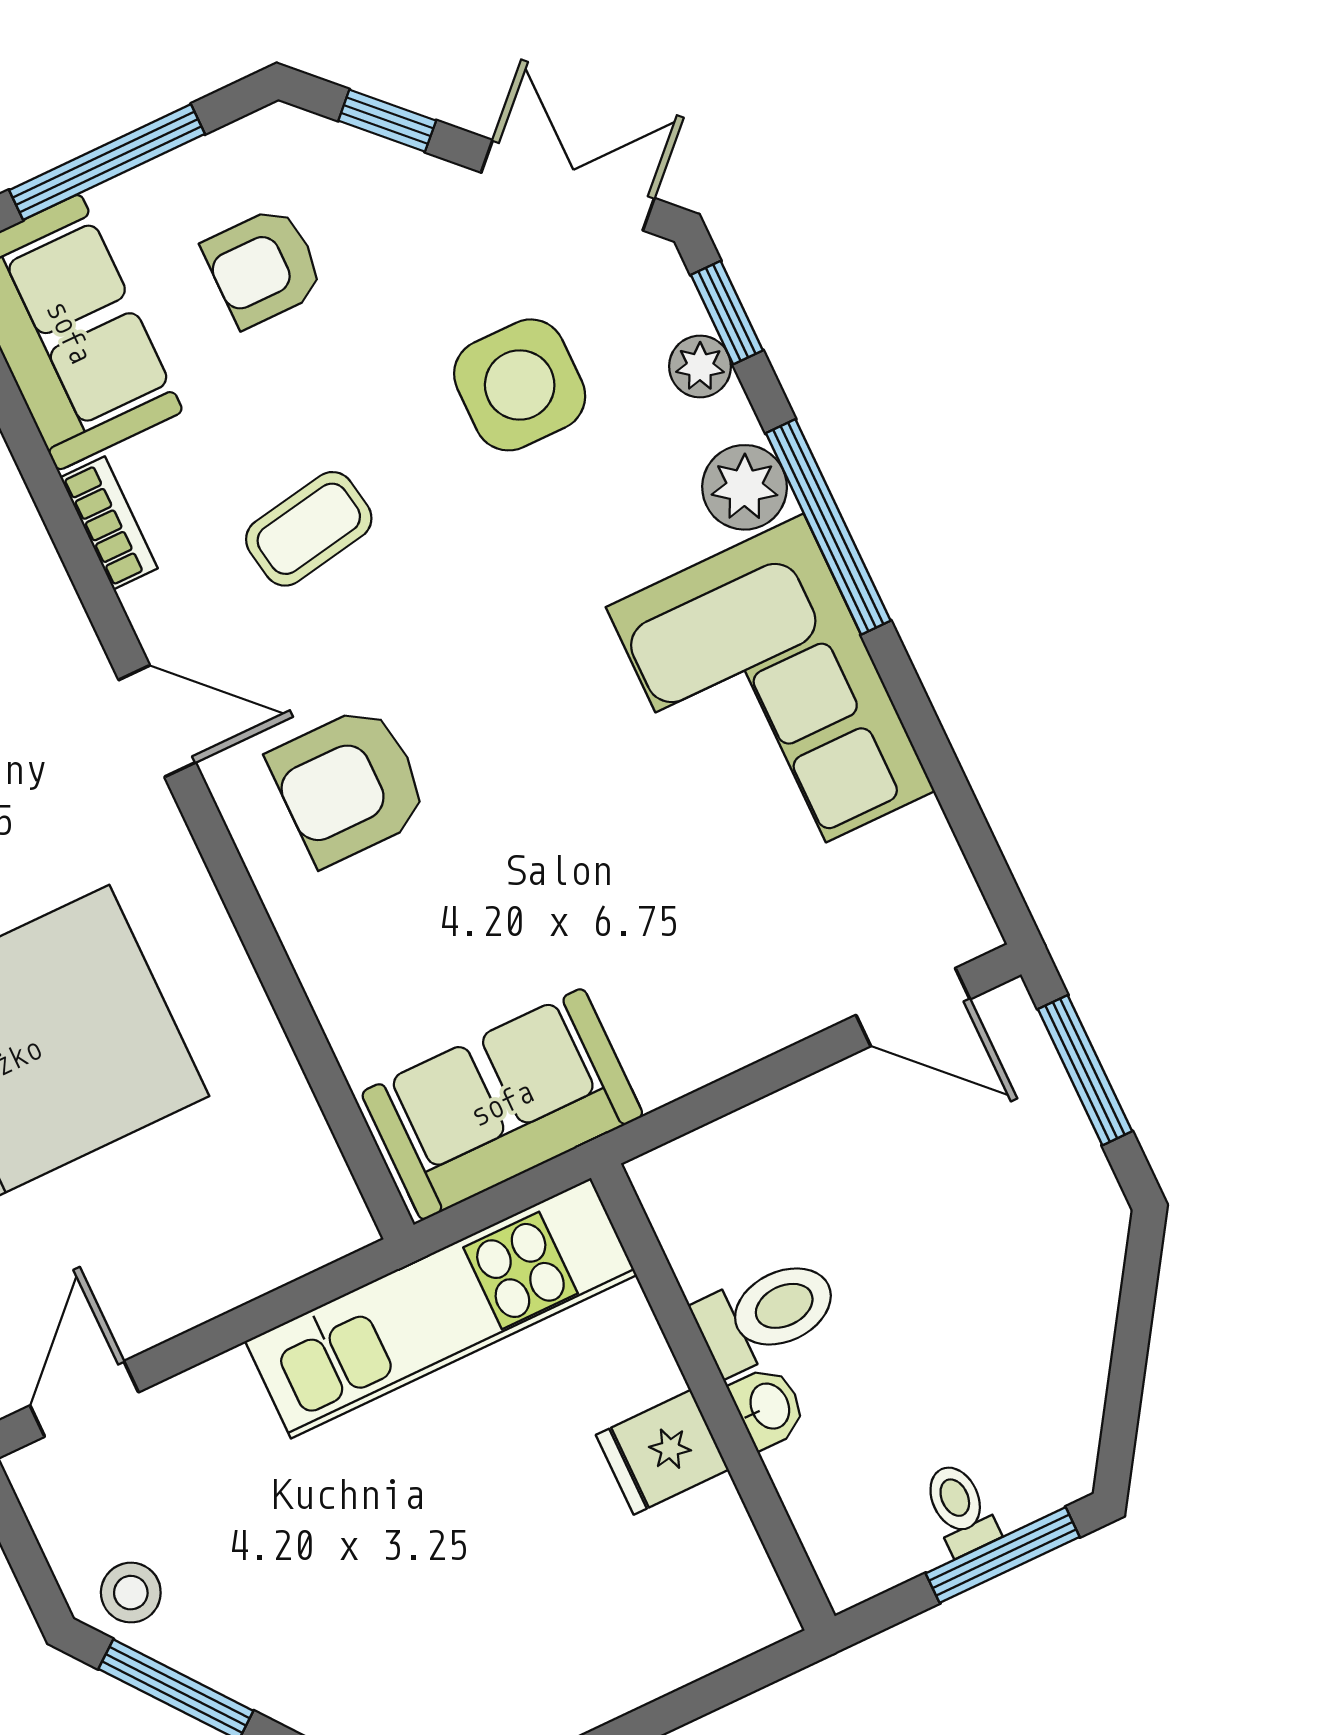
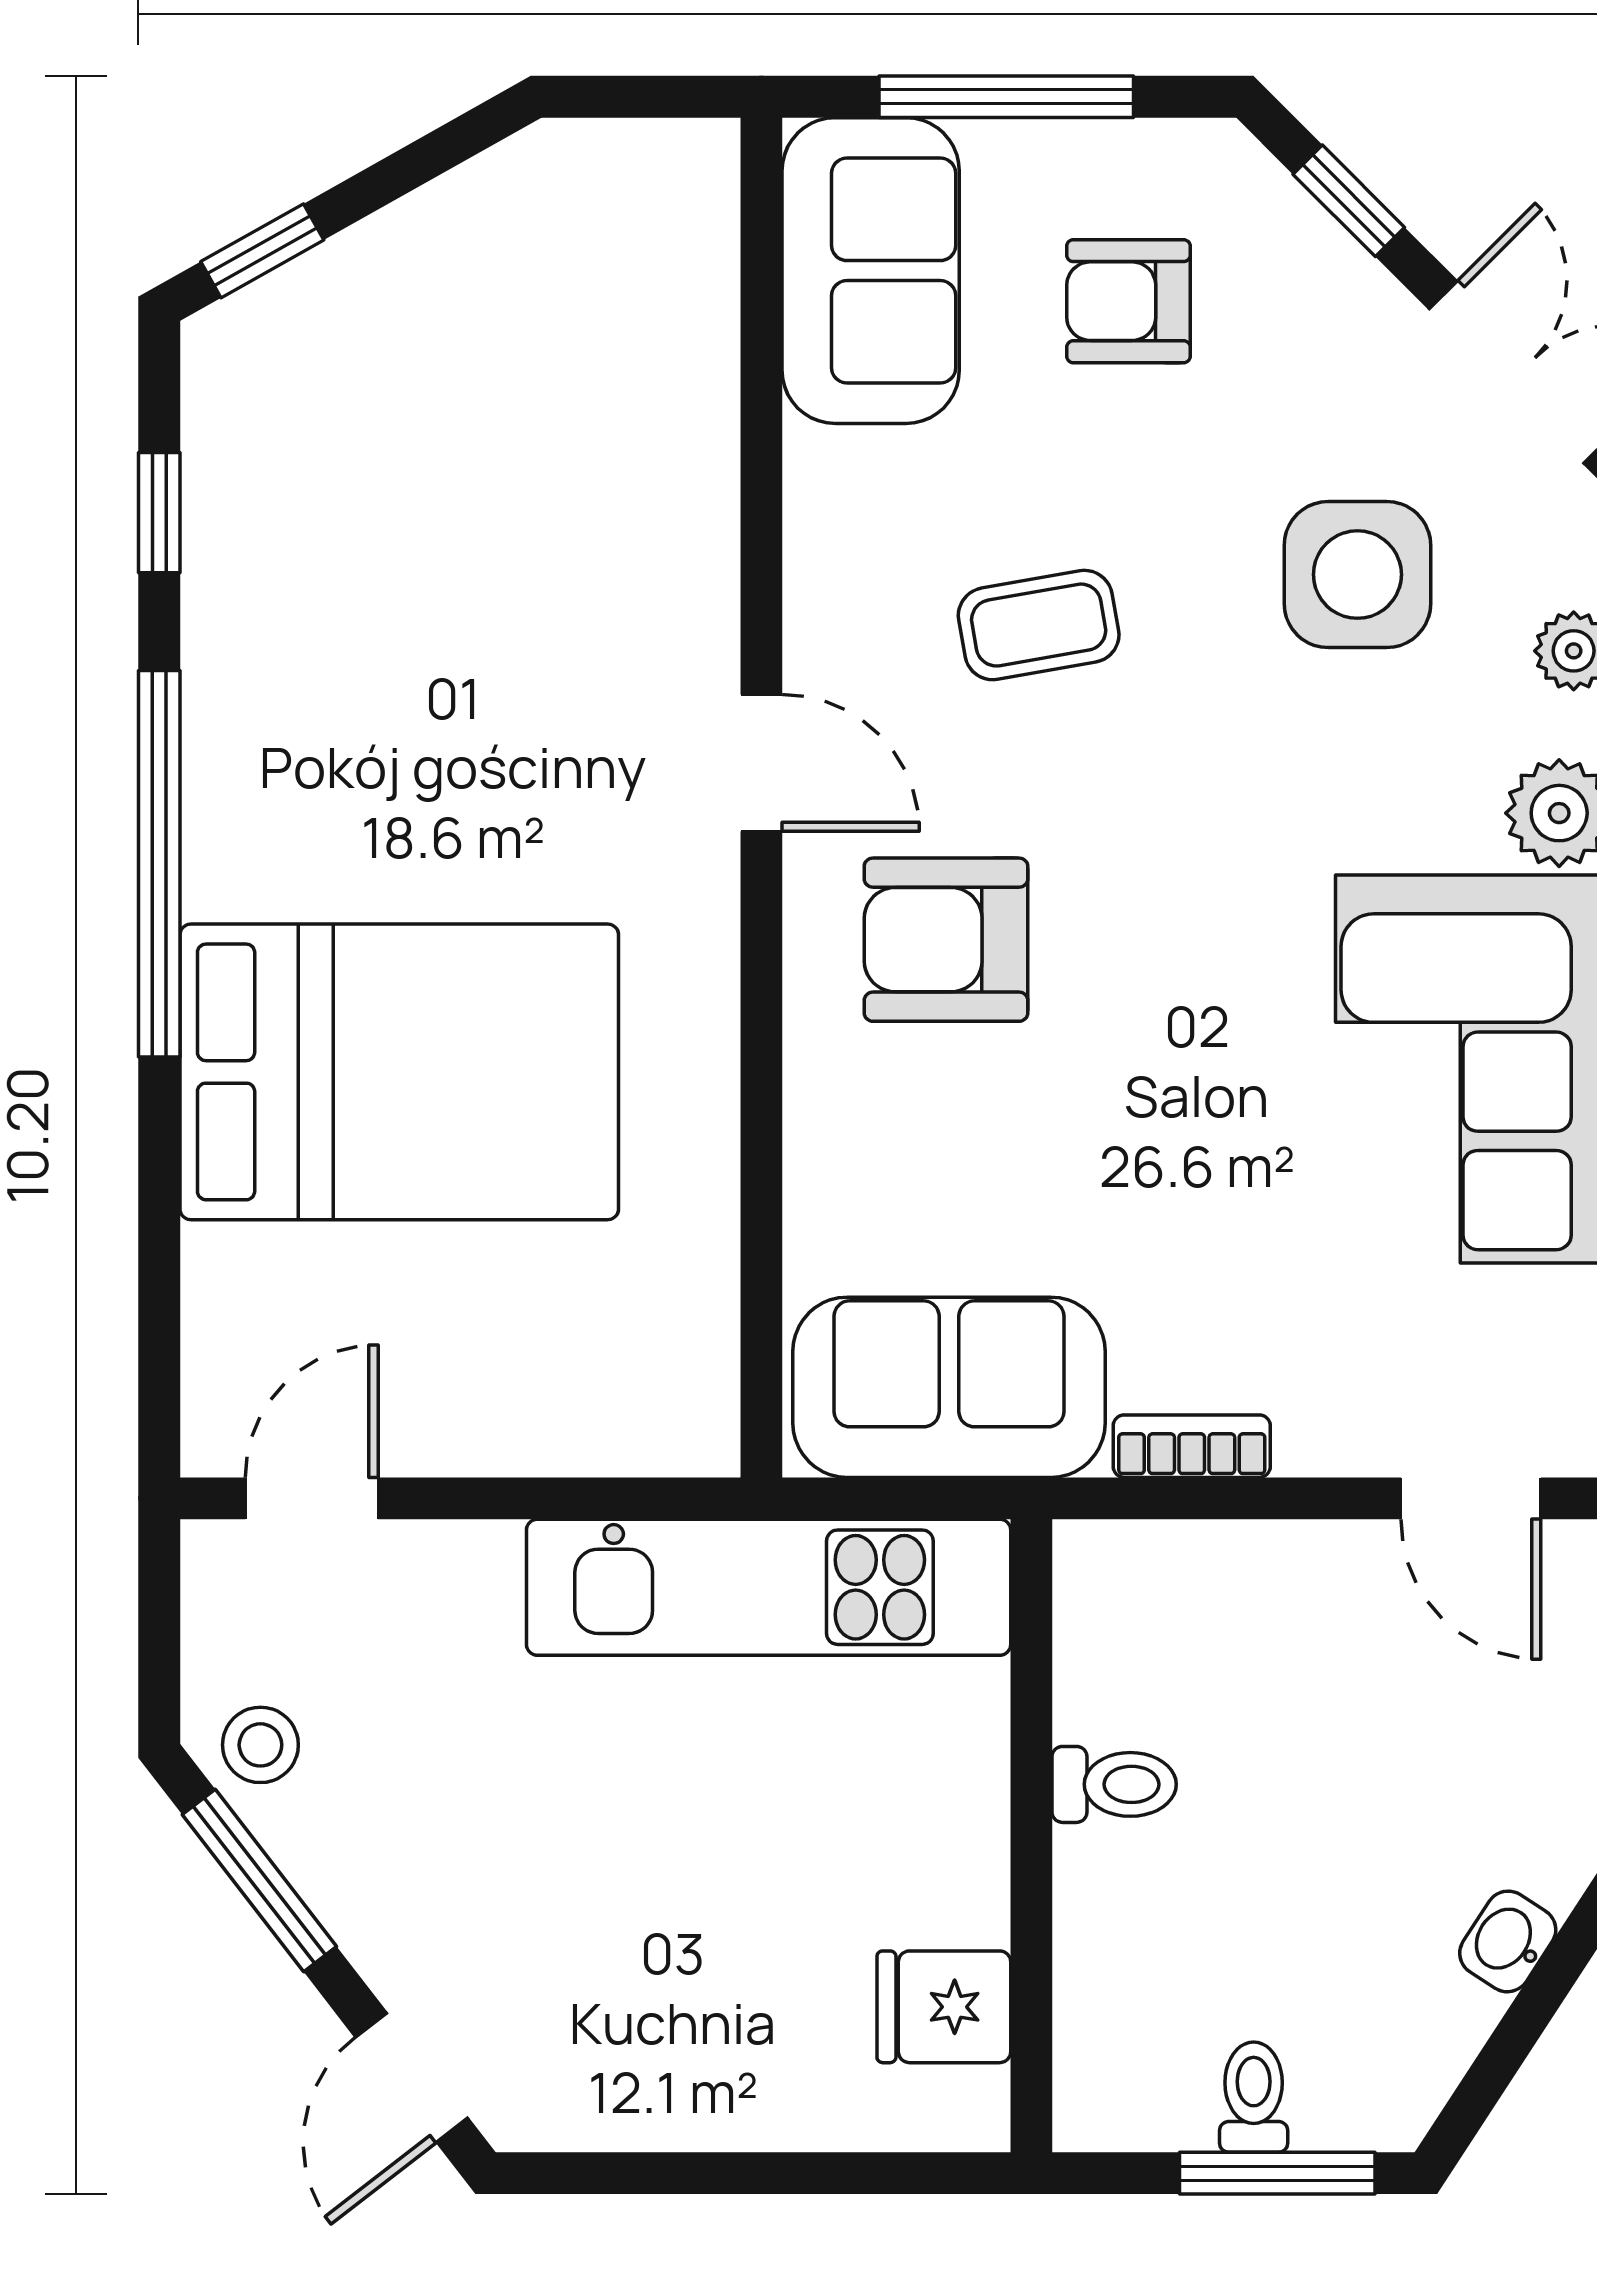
bookcase: (109, 523) -> (1192, 1446), moved, turned -90
toilet: (767, 1314) -> (1114, 1784), width x0.73, depth x0.72
washbasin: (768, 1407) -> (1508, 1941), moved, turned -147
fridge: (662, 1452) -> (944, 2007), moved

